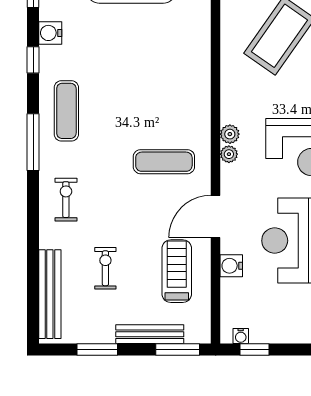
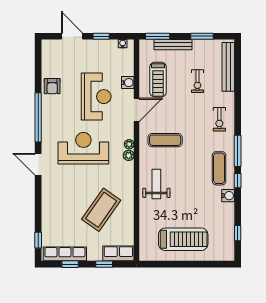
water cooler: (50, 33) -> (228, 196), moved
window: (33, 60) -> (238, 181), moved
weight bench: (180, 82) -> (156, 184), added
window: (255, 349) -> (101, 36), moved

